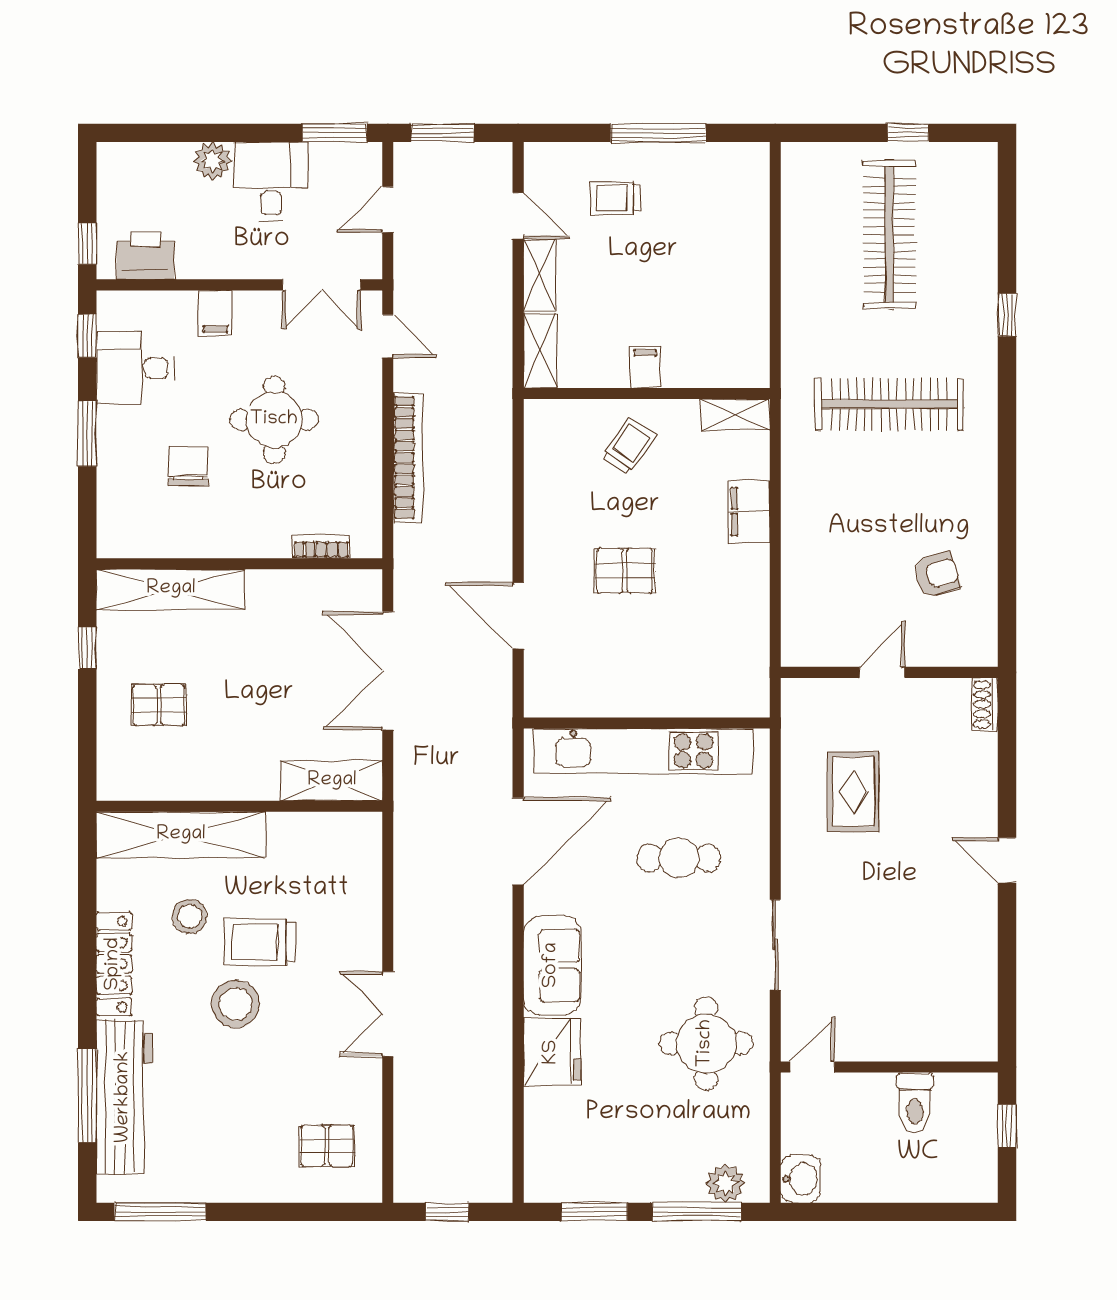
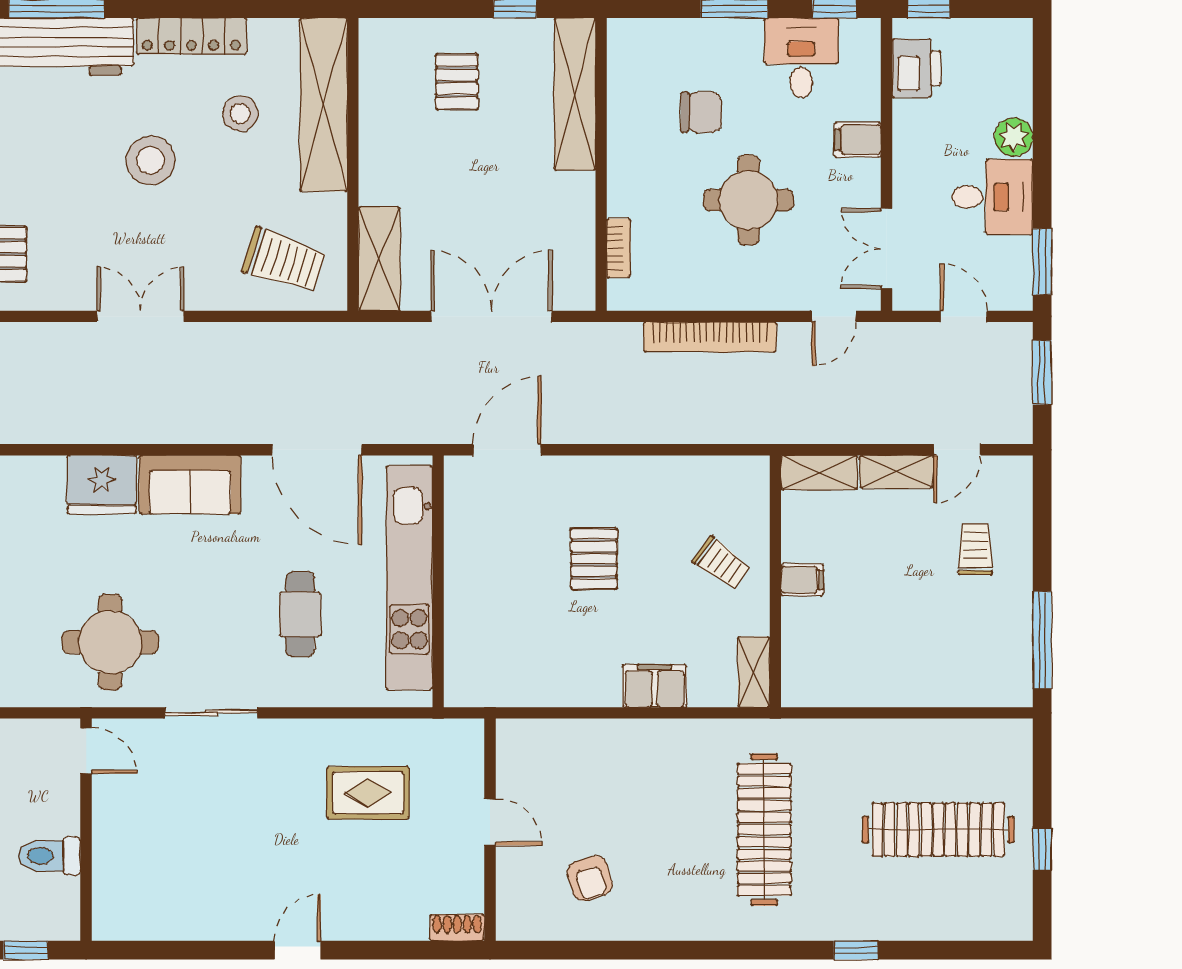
window: (658, 133) -> (1042, 640), moved
door: (518, 616) -> (507, 450), moved
trolley: (260, 942) -> (284, 260), moved, turned 108

